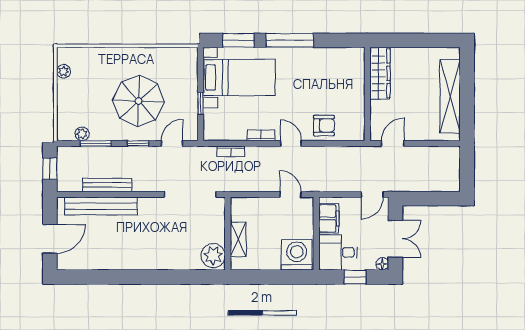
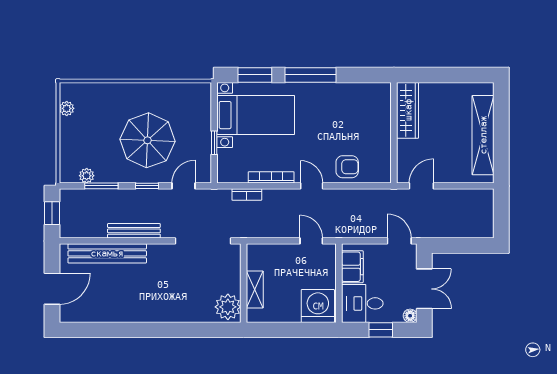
bookcase: (261, 135) -> (271, 177), width x1.56
bench: (107, 185) -> (134, 231), moved
door: (372, 194) -> (399, 241), swing flipped

